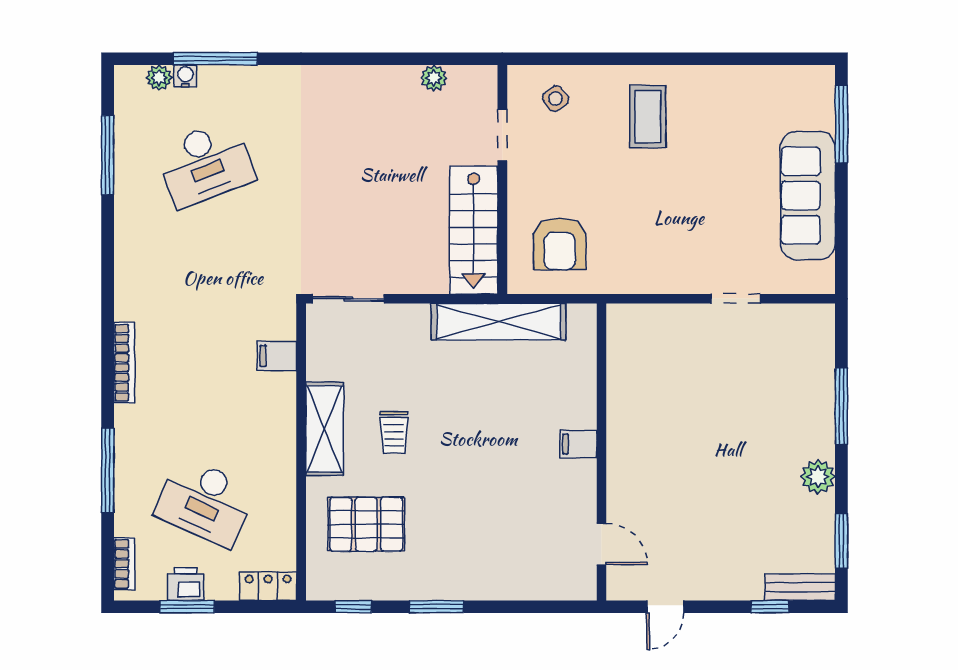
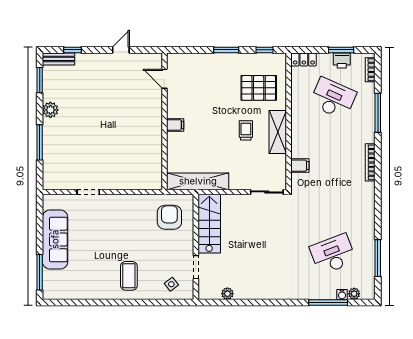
filing cabinet: (578, 444) -> (175, 125), moved
wall: (601, 452) -> (164, 121), moved
door: (601, 544) -> (164, 79), moved

